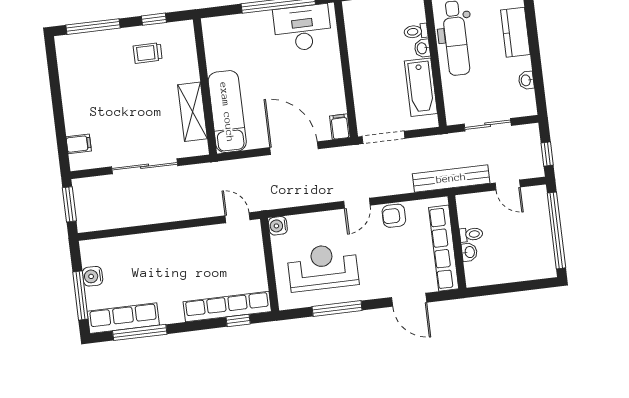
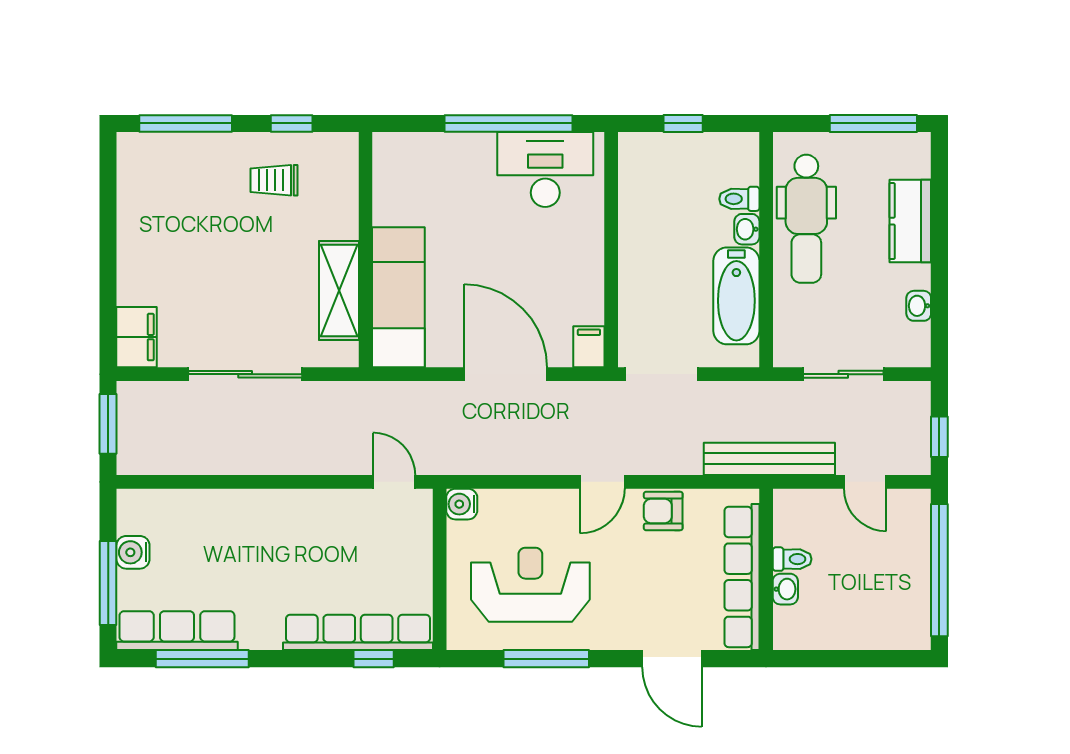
filing cabinet: (79, 144) -> (137, 337), width x2.00

